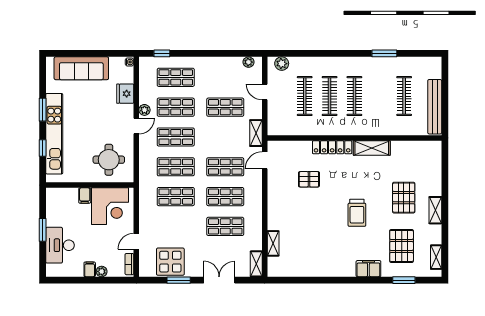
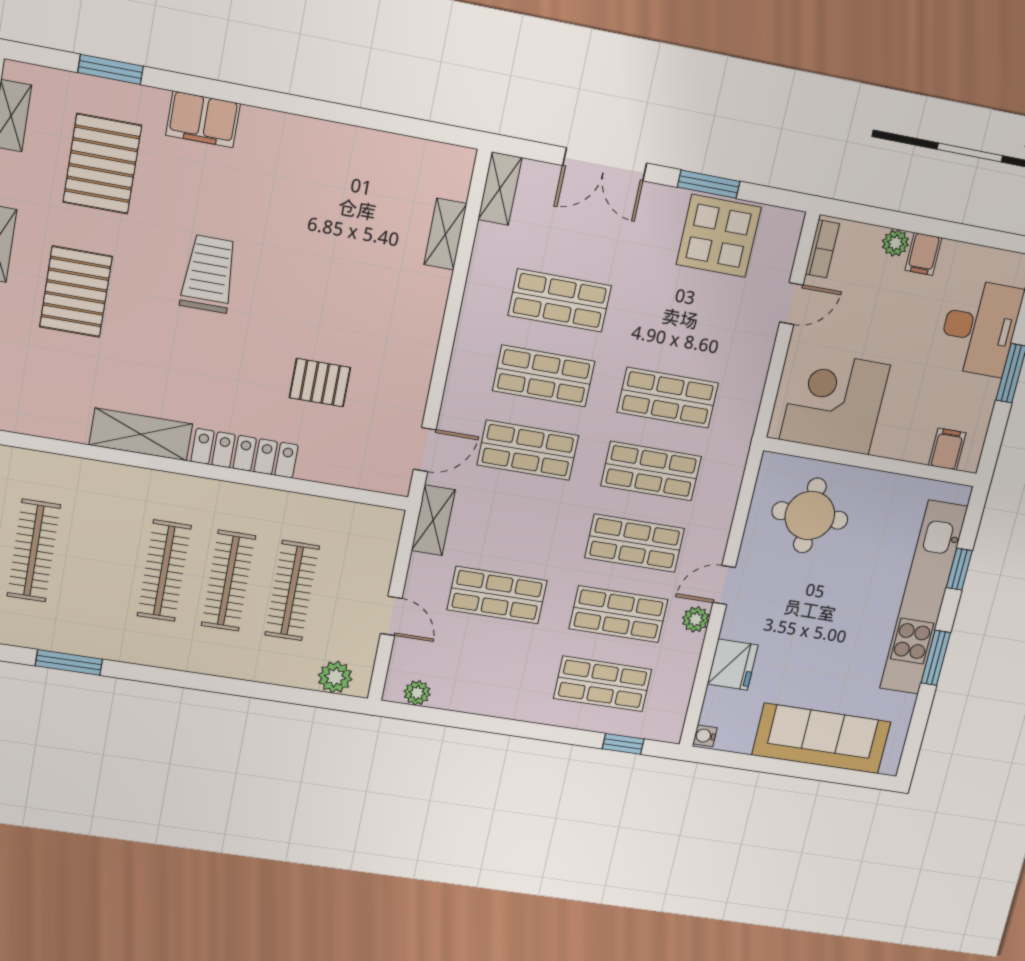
filing cabinet: (85, 196) -> (947, 449), moved

